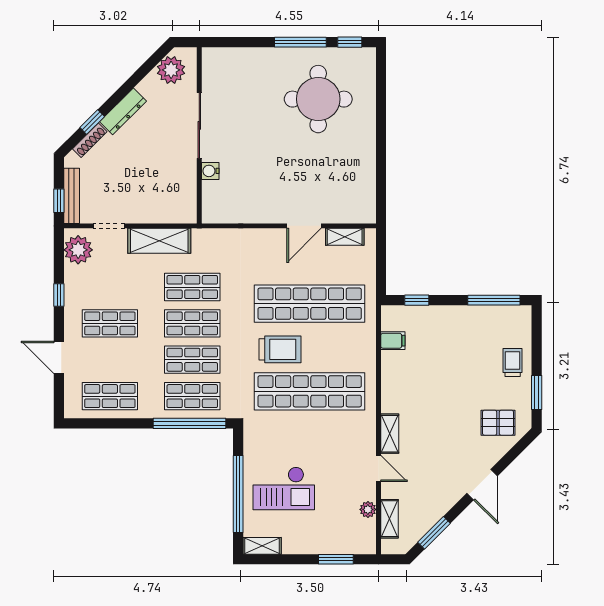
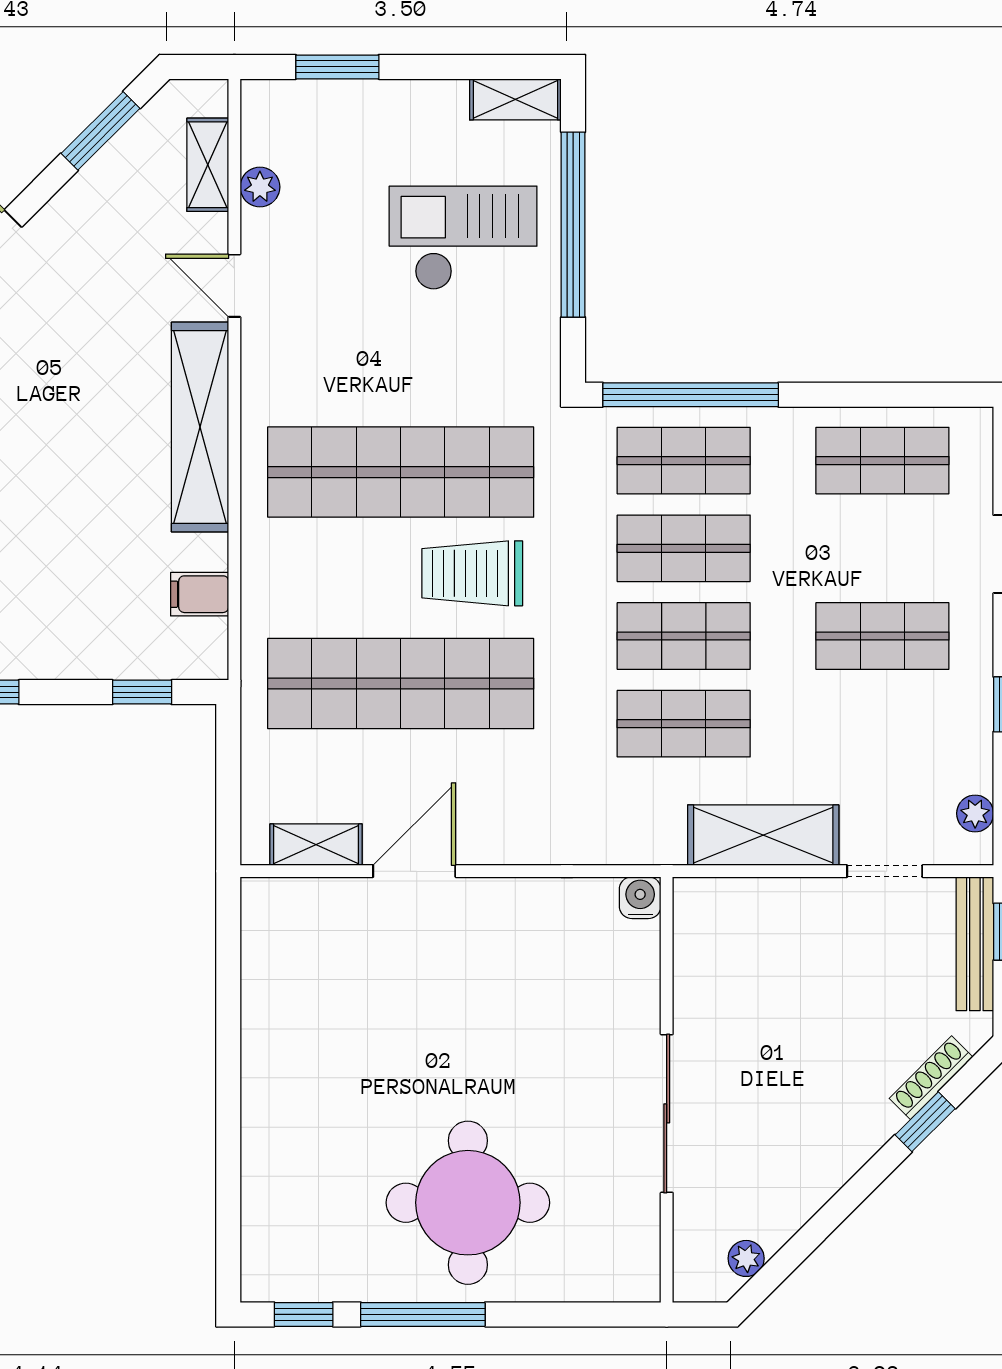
plant: (171, 70) -> (746, 1258), width x0.53, depth x0.53
round table: (318, 99) -> (468, 1203), moved
dresser: (123, 111) -> (851, 1147), removed
water cooler: (210, 171) -> (640, 898), moved, turned -90
plant: (78, 250) -> (975, 813), width x0.53, depth x0.53
shelving: (390, 434) -> (200, 427), width x2.20, depth x1.33

